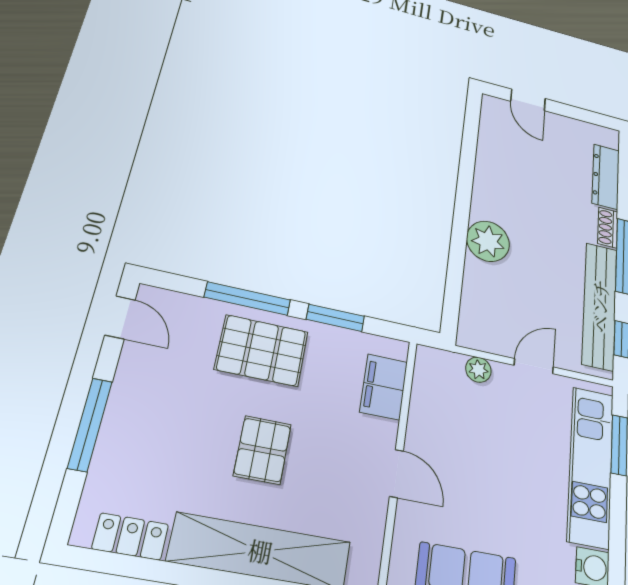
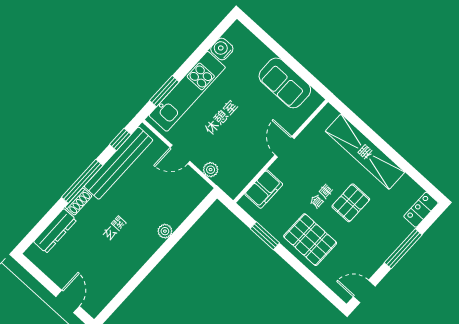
plant: (488, 241) -> (165, 231), width x0.53, depth x0.53
window: (248, 298) -> (301, 269), removed
door: (120, 317) -> (364, 291), hinge flipped
pallet: (262, 450) -> (351, 203), moved
locker: (130, 537) -> (421, 210), moved, turned 90

